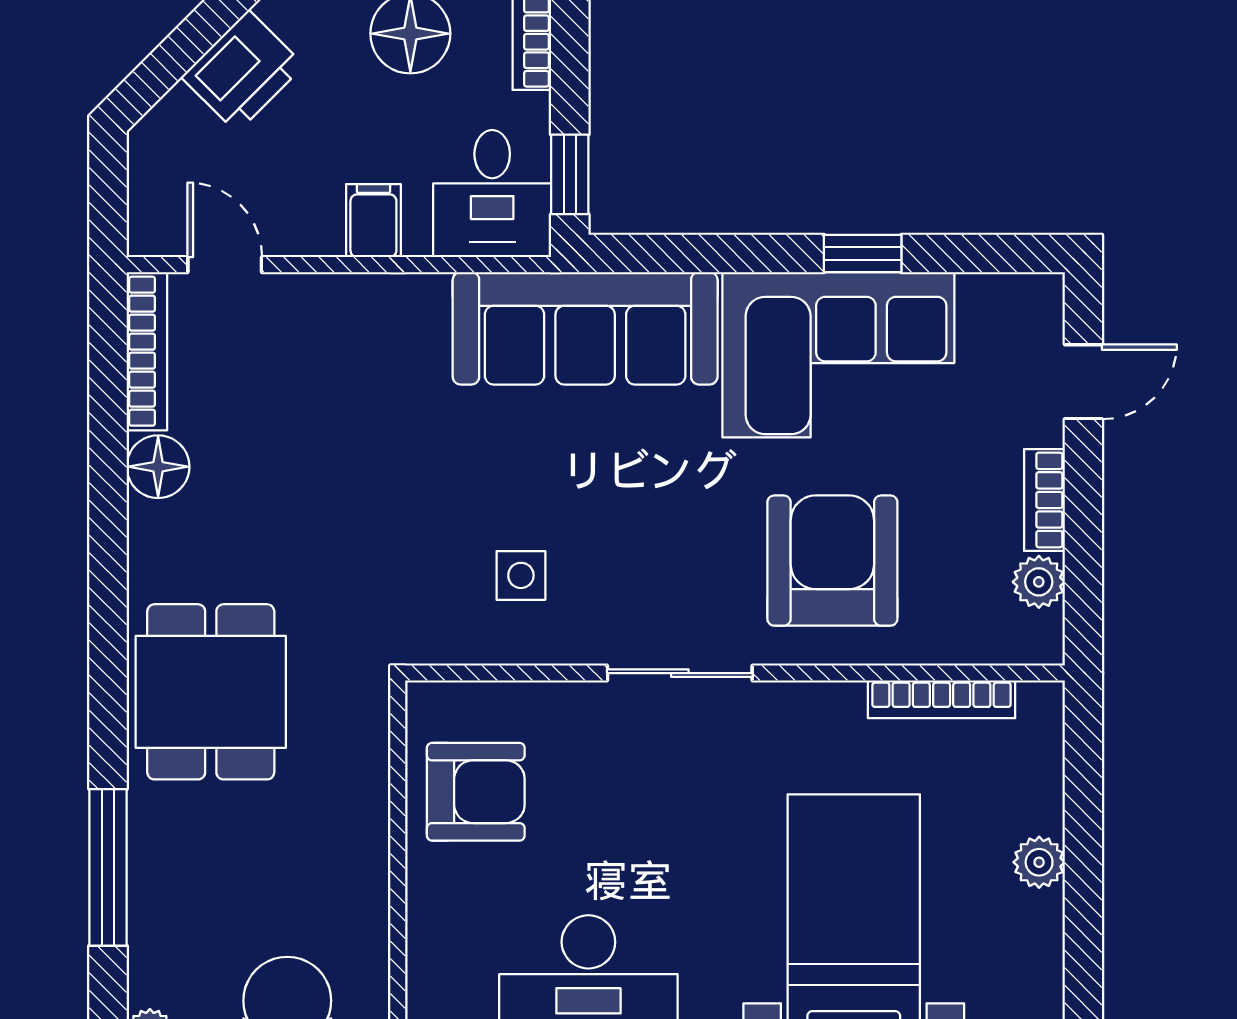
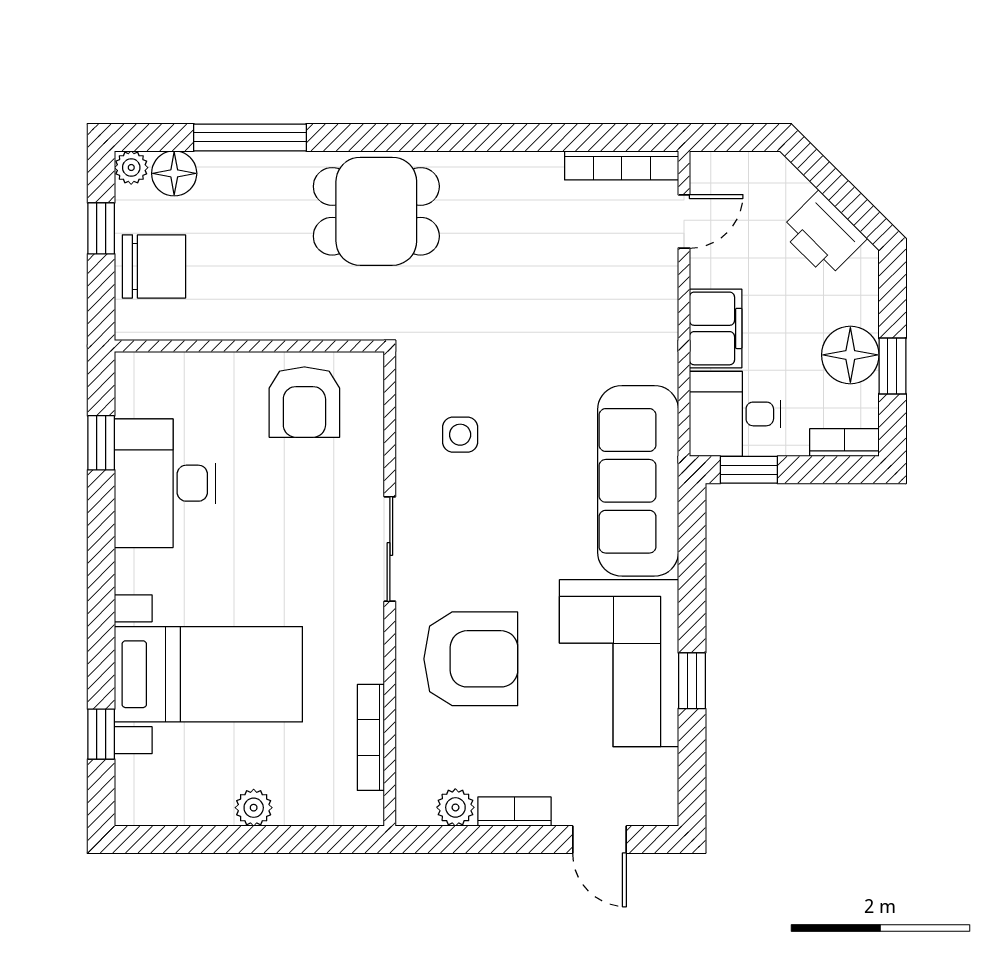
filing cabinet: (373, 221) -> (716, 328), width x2.00
floor lamp: (158, 467) -> (174, 173), moved

